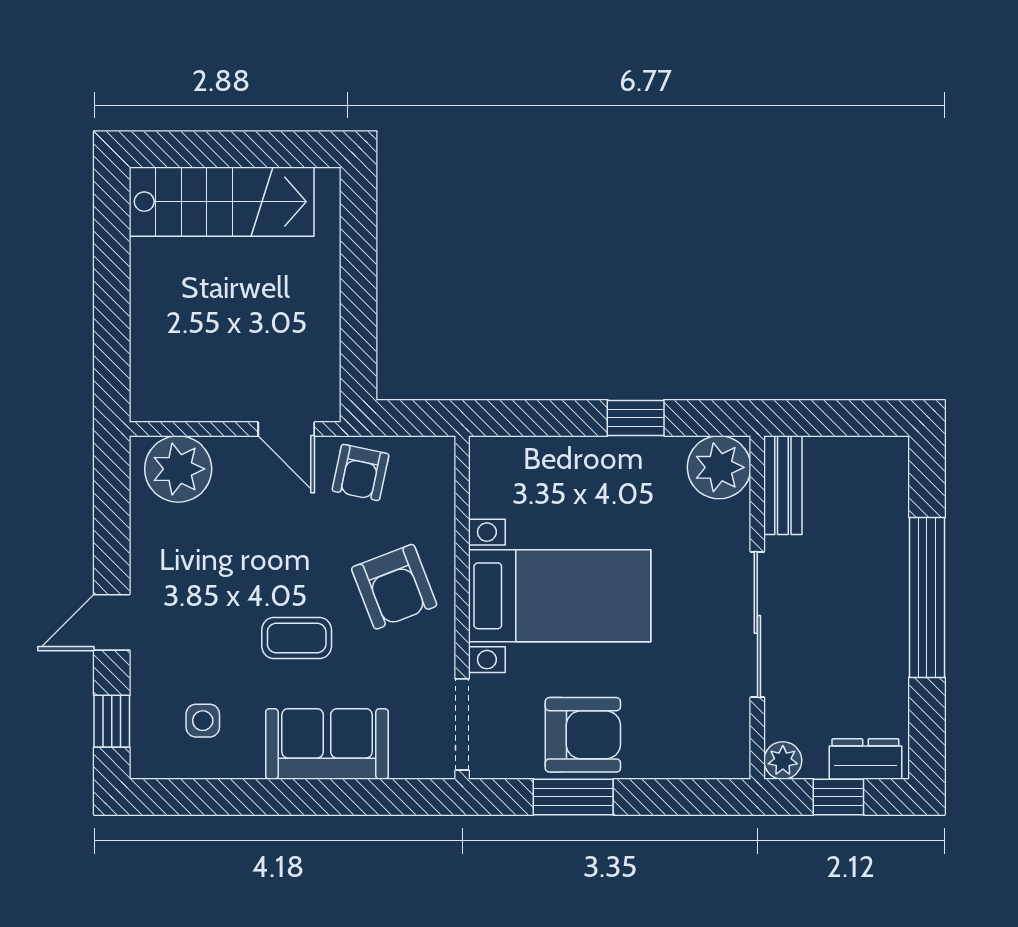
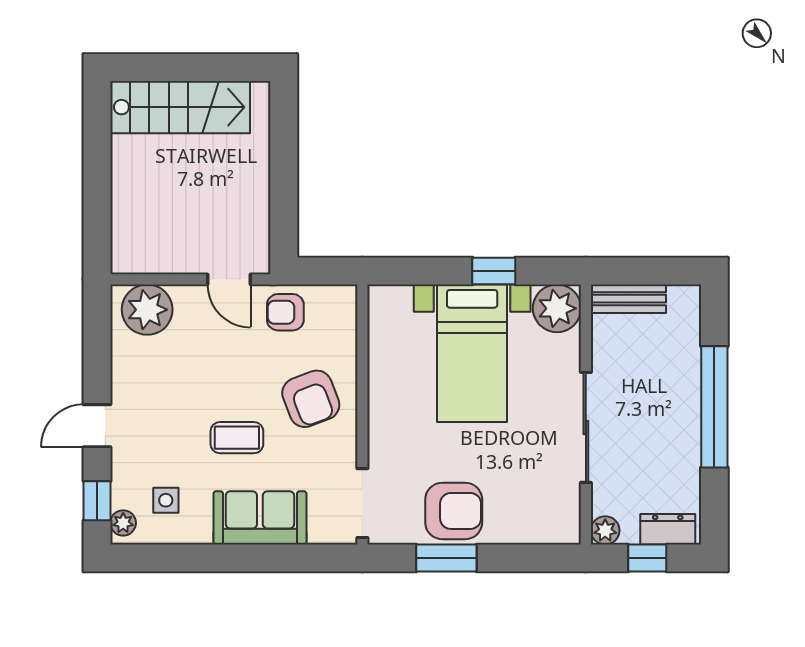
armchair: (361, 472) -> (285, 312), turned 78
bench: (783, 485) -> (628, 299), moved, turned 90
bed with nightstands: (560, 596) -> (472, 353), moved, turned 90
plant: (146, 751) -> (123, 523), added

